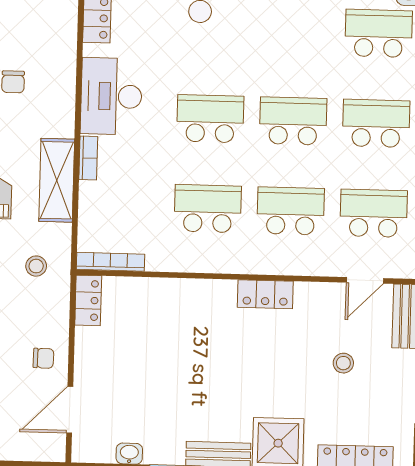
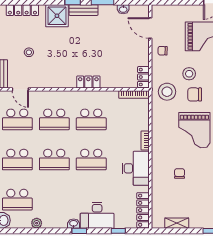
shelving: (57, 180) -> (159, 130), removed
stool: (36, 266) -> (167, 92), width x1.89, depth x1.89
door: (365, 280) -> (20, 89), swing flipped
locker: (265, 294) -> (88, 82), moved
door: (70, 410) -> (150, 28), swing flipped

